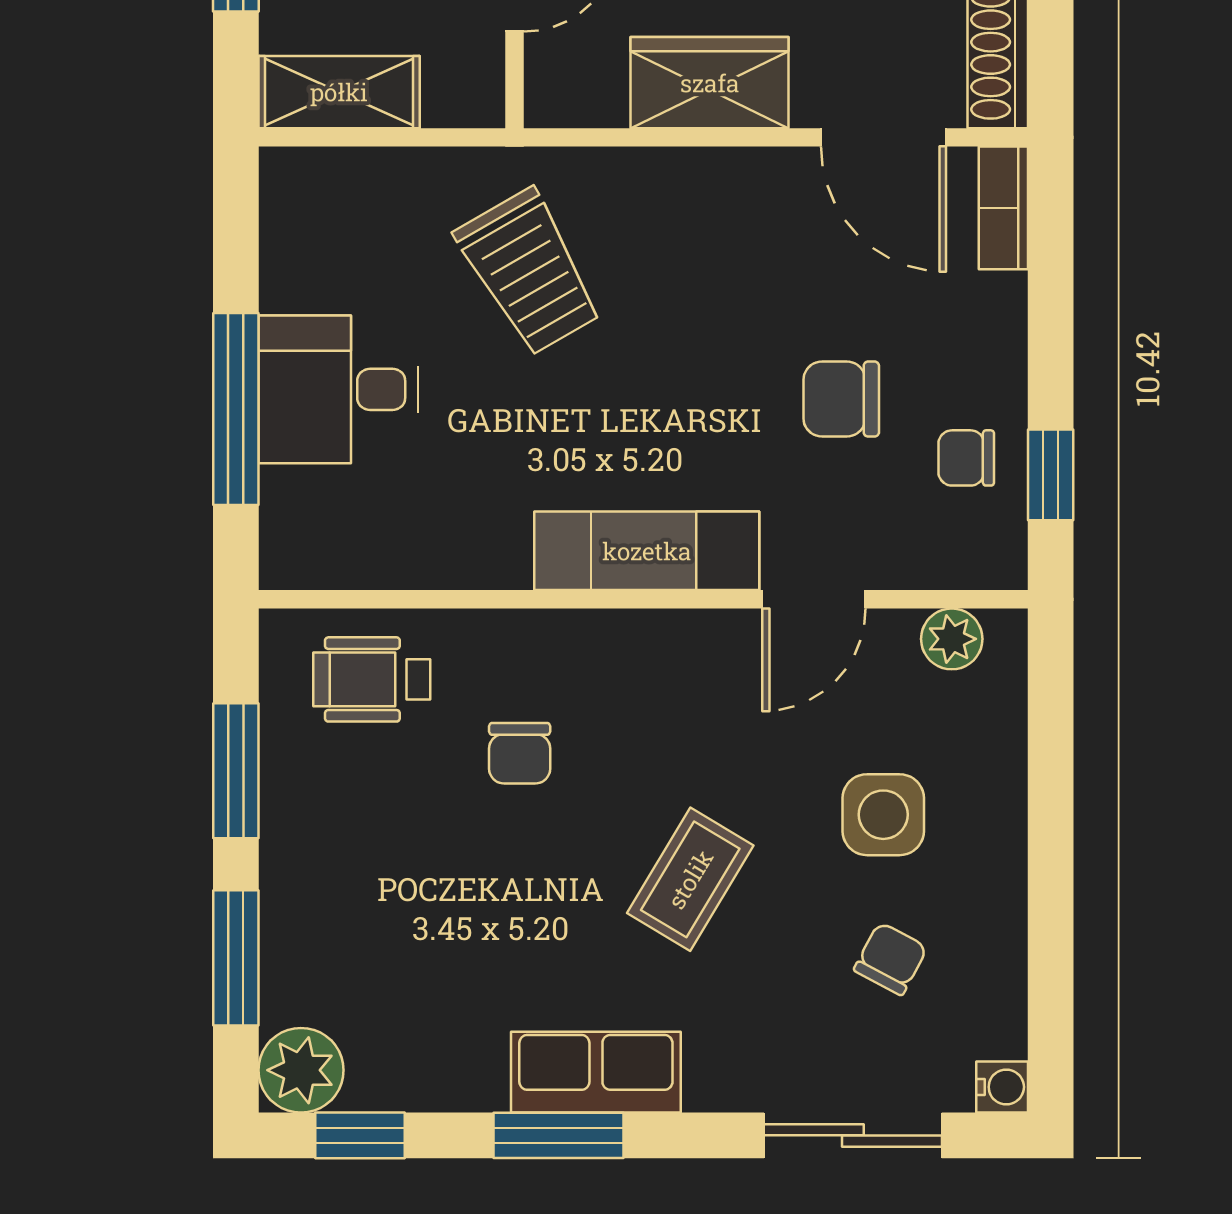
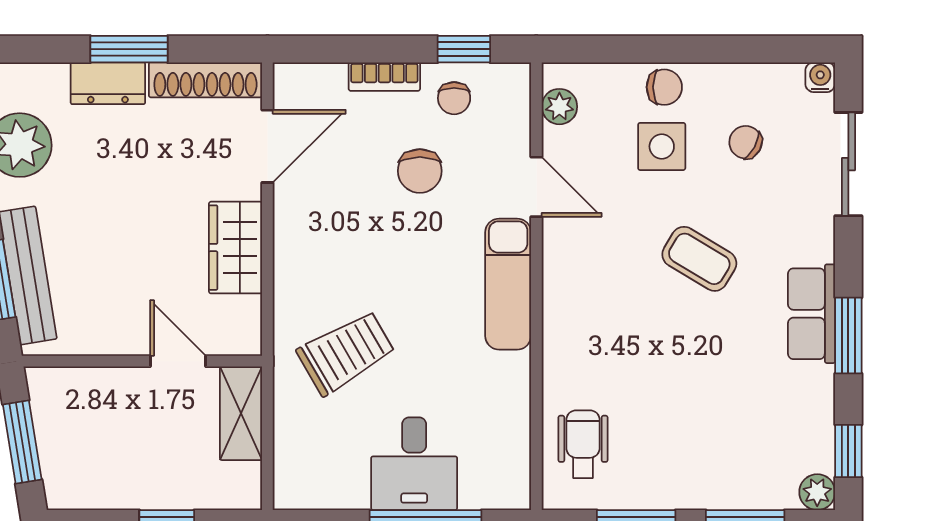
shelving: (339, 92) -> (241, 413), moved
bookcase: (1003, 208) -> (384, 77), moved
wheelchair: (372, 679) -> (583, 444), turned 180
chair: (520, 753) -> (664, 87), moved
plant: (301, 1070) -> (817, 492), width x0.73, depth x0.73

